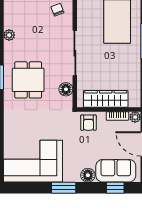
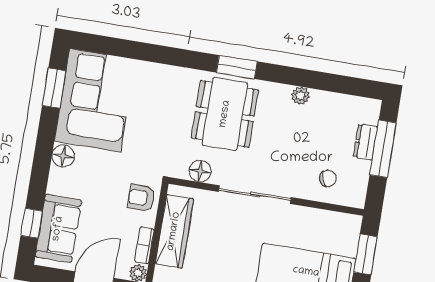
dining table: (28, 80) -> (225, 114), width x1.38
floor lamp: (88, 175) -> (63, 156), moved
window: (64, 188) -> (54, 88), moved

